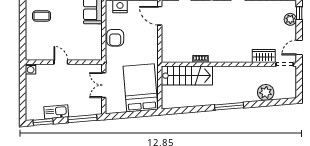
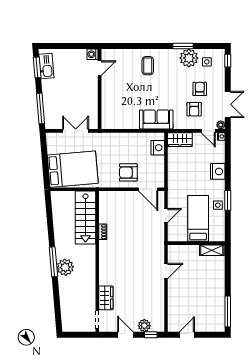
door: (160, 16) -> (148, 189), swing flipped
armchair: (115, 38) -> (128, 172), moved
door: (299, 48) -> (125, 335), moved
door: (61, 62) -> (100, 68), moved
plant: (266, 92) -> (65, 267), moved
kitchen sink: (56, 112) -> (46, 66), moved

